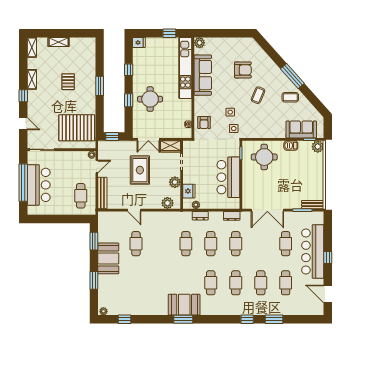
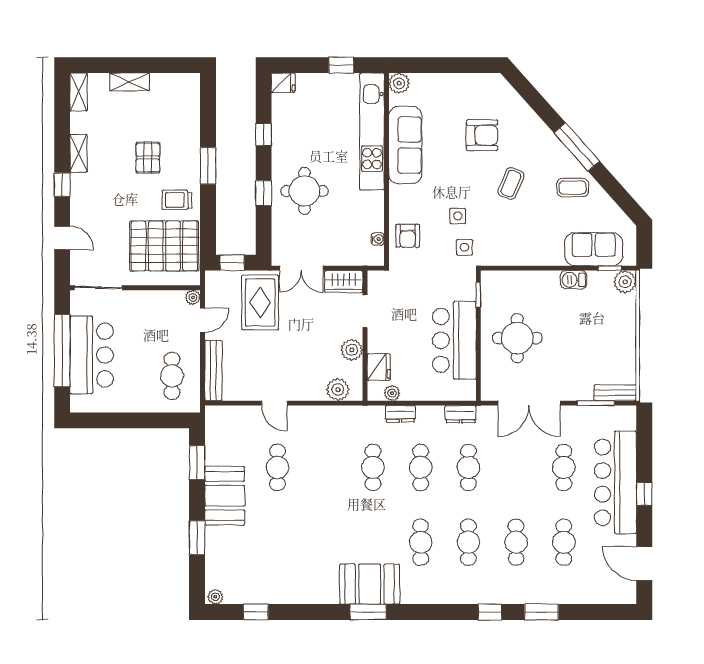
trolley: (83, 104) -> (177, 200), added
round table: (264, 157) -> (517, 338), moved
rug: (140, 170) -> (260, 302), moved

